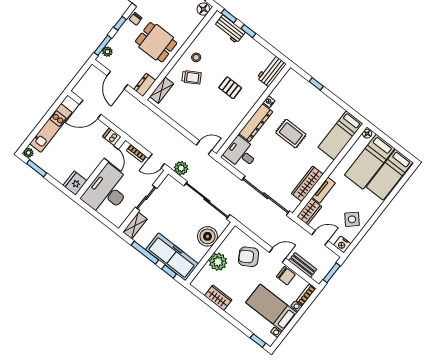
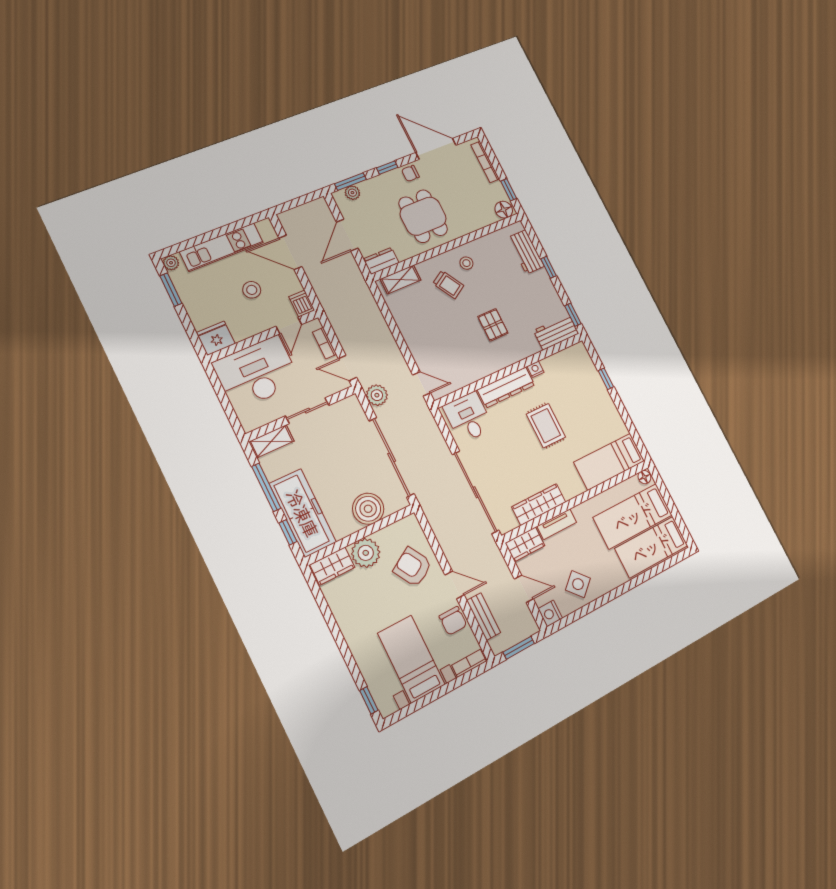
window: (229, 16) -> (573, 315), moved
stool: (80, 144) -> (252, 290), added
wardrobe: (218, 298) -> (332, 566), moved, turned 90

